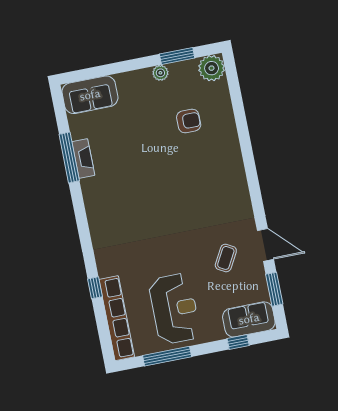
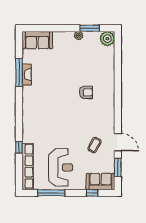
armchair: (189, 121) -> (86, 92), moved

